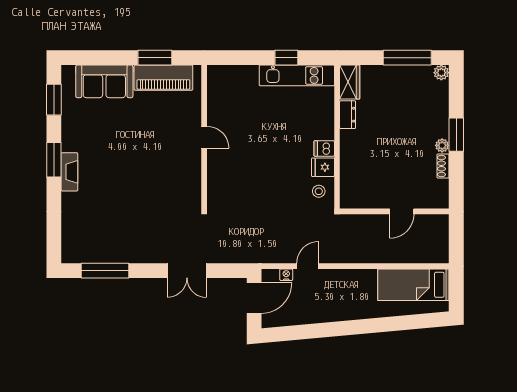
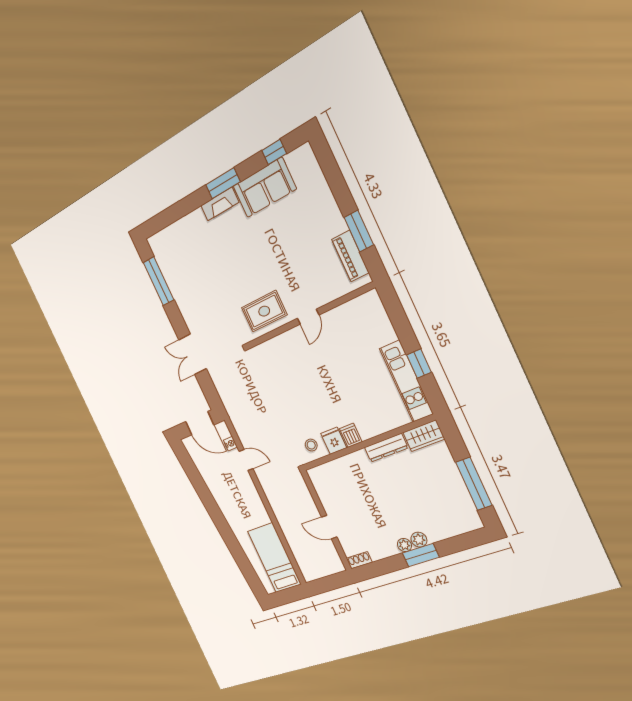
plant: (441, 73) -> (419, 540), moved
piano: (163, 78) -> (350, 256), width x0.73, depth x0.75
sofa: (104, 81) -> (265, 187), moved, turned -90
window: (54, 100) -> (274, 152), width x0.67
dresser: (348, 115) -> (386, 448), width x1.44
shoe rack: (443, 166) -> (359, 560), moved
rug: (181, 177) -> (264, 311), added

